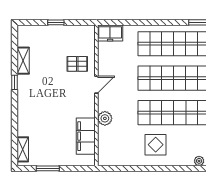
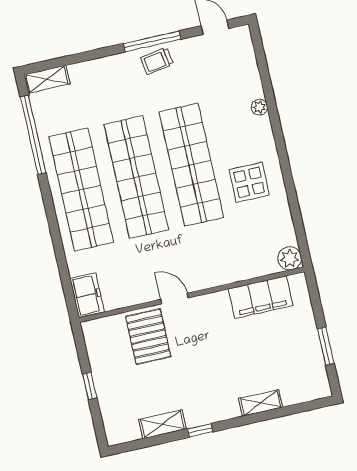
pallet: (77, 64) -> (148, 337), width x1.50, depth x1.42
plant: (105, 118) -> (290, 258), moved
shelving: (23, 149) -> (261, 403), moved

